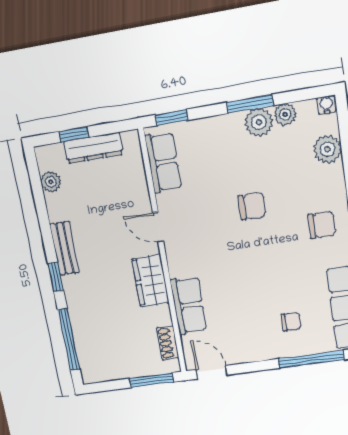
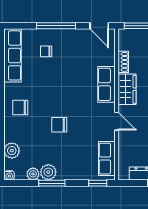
row of seats: (189, 305) -> (106, 84), moved
shoe rack: (168, 343) -> (123, 62), moved
window: (311, 359) -> (56, 26), moved

